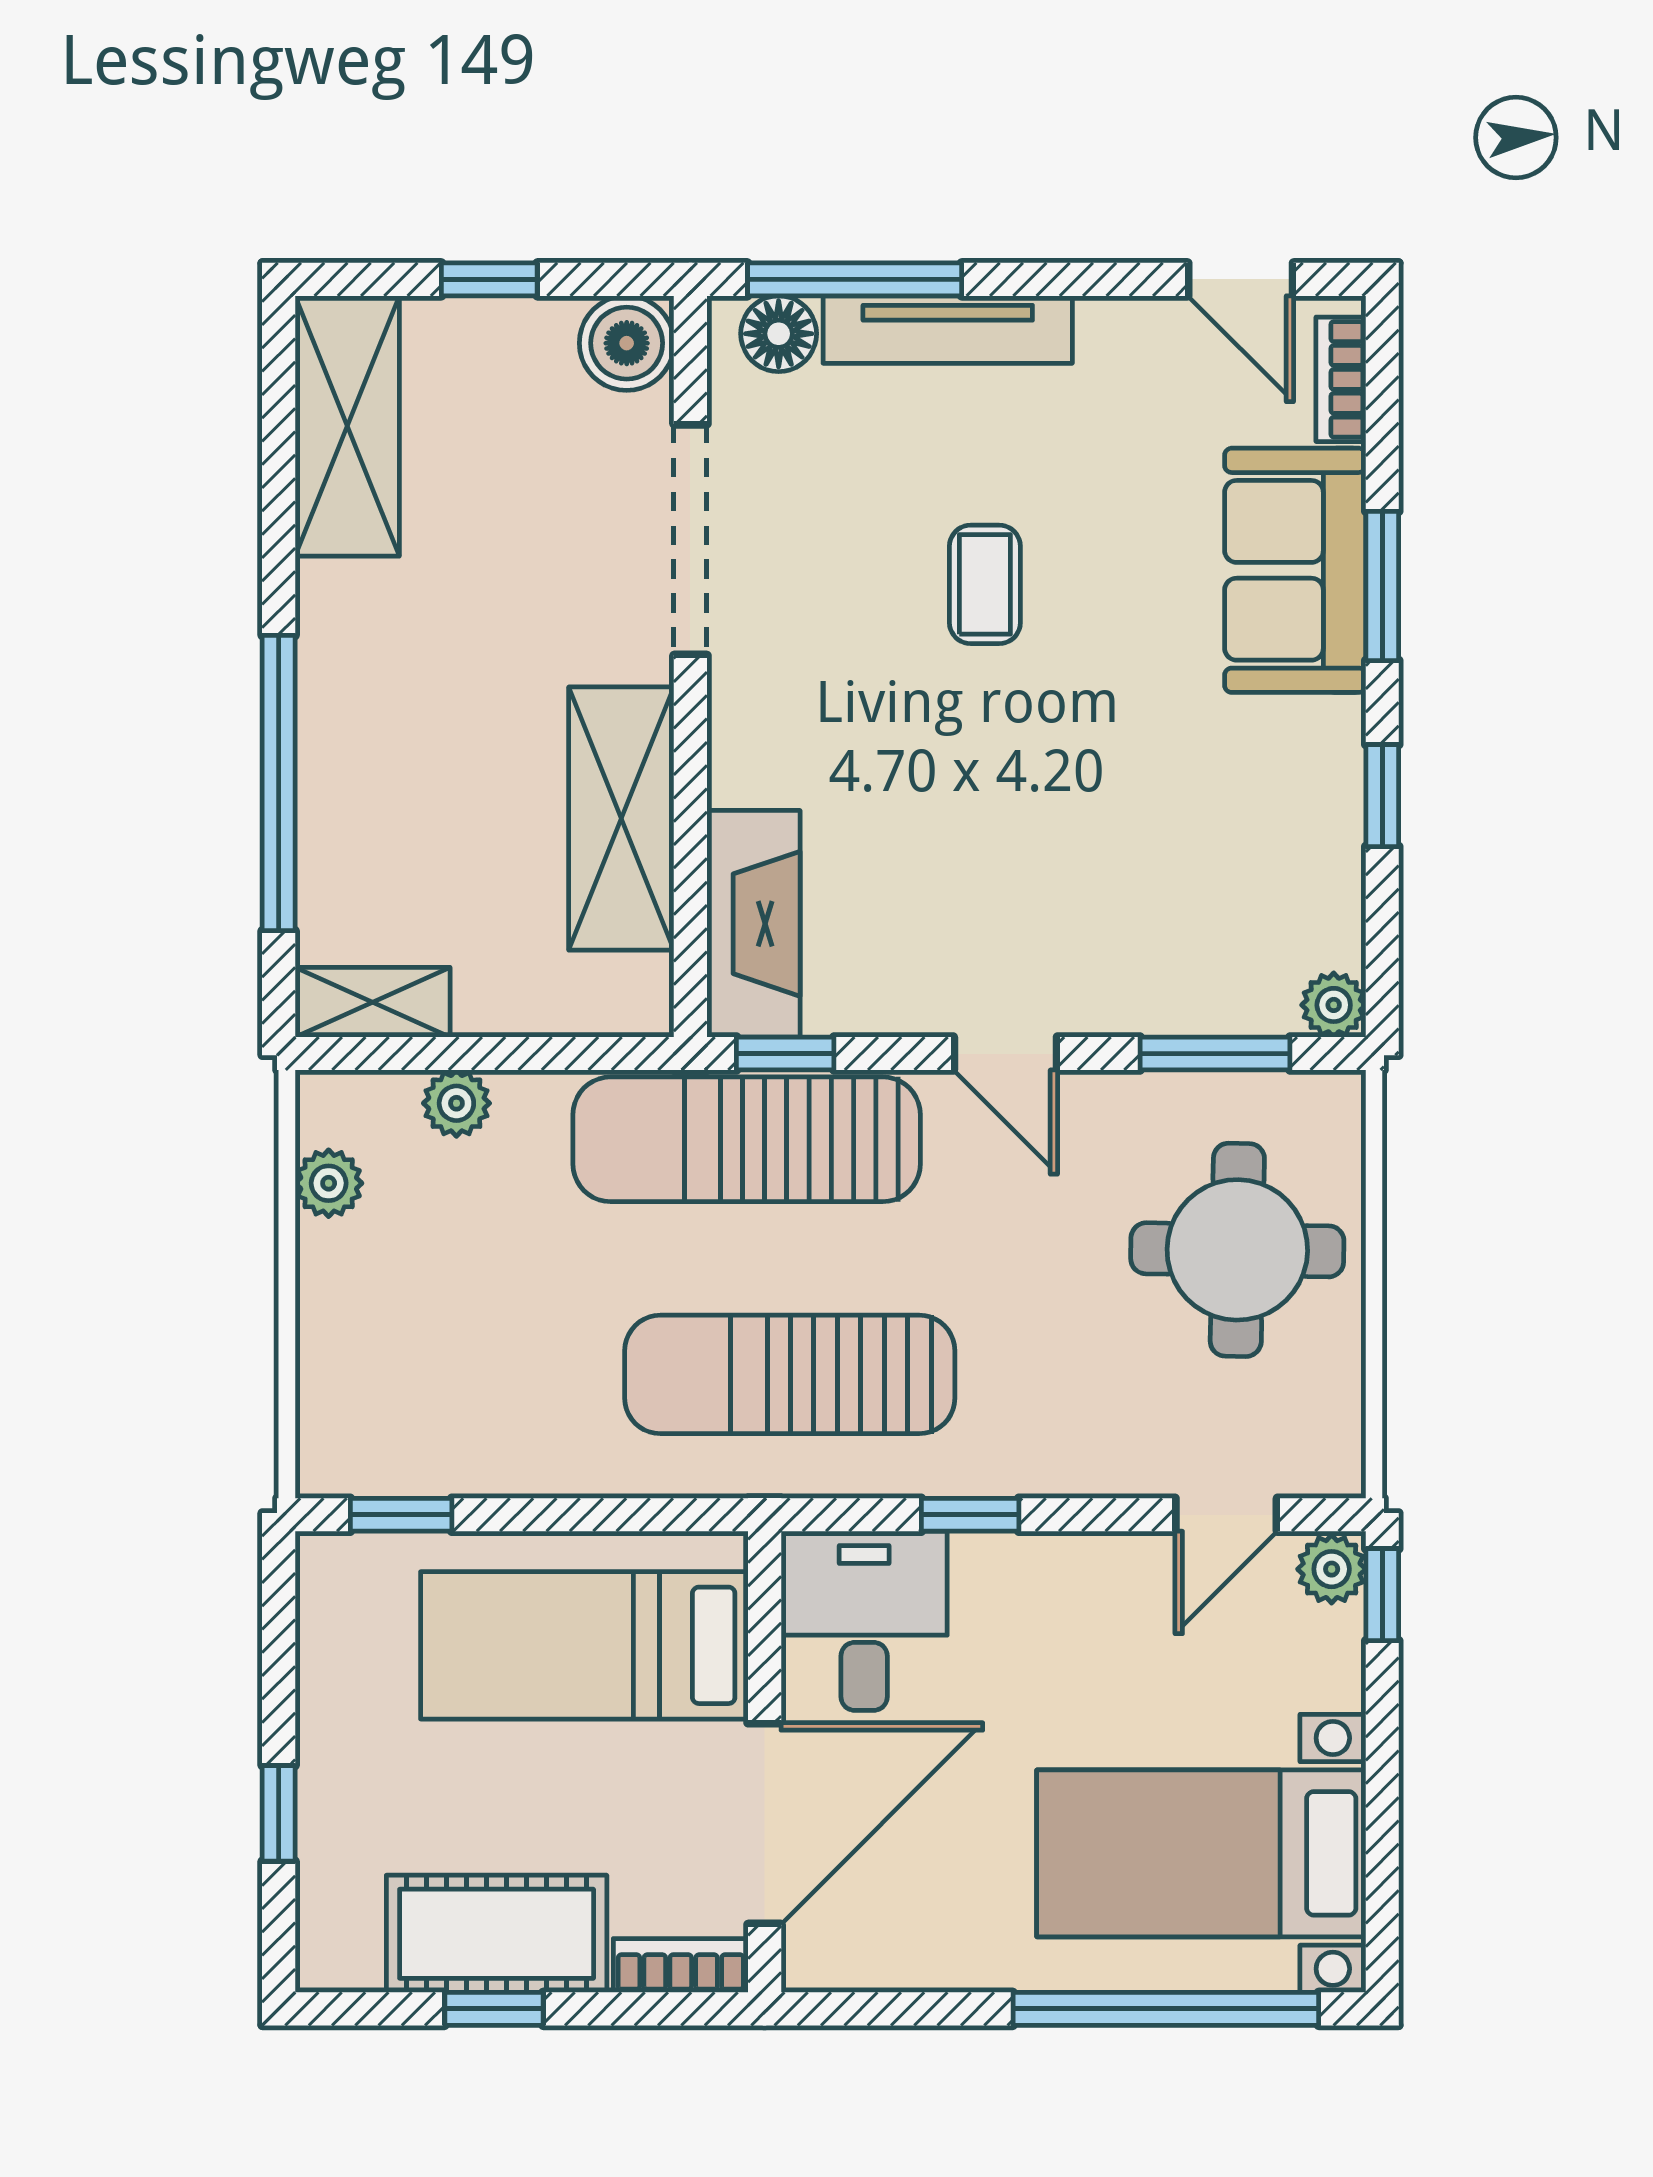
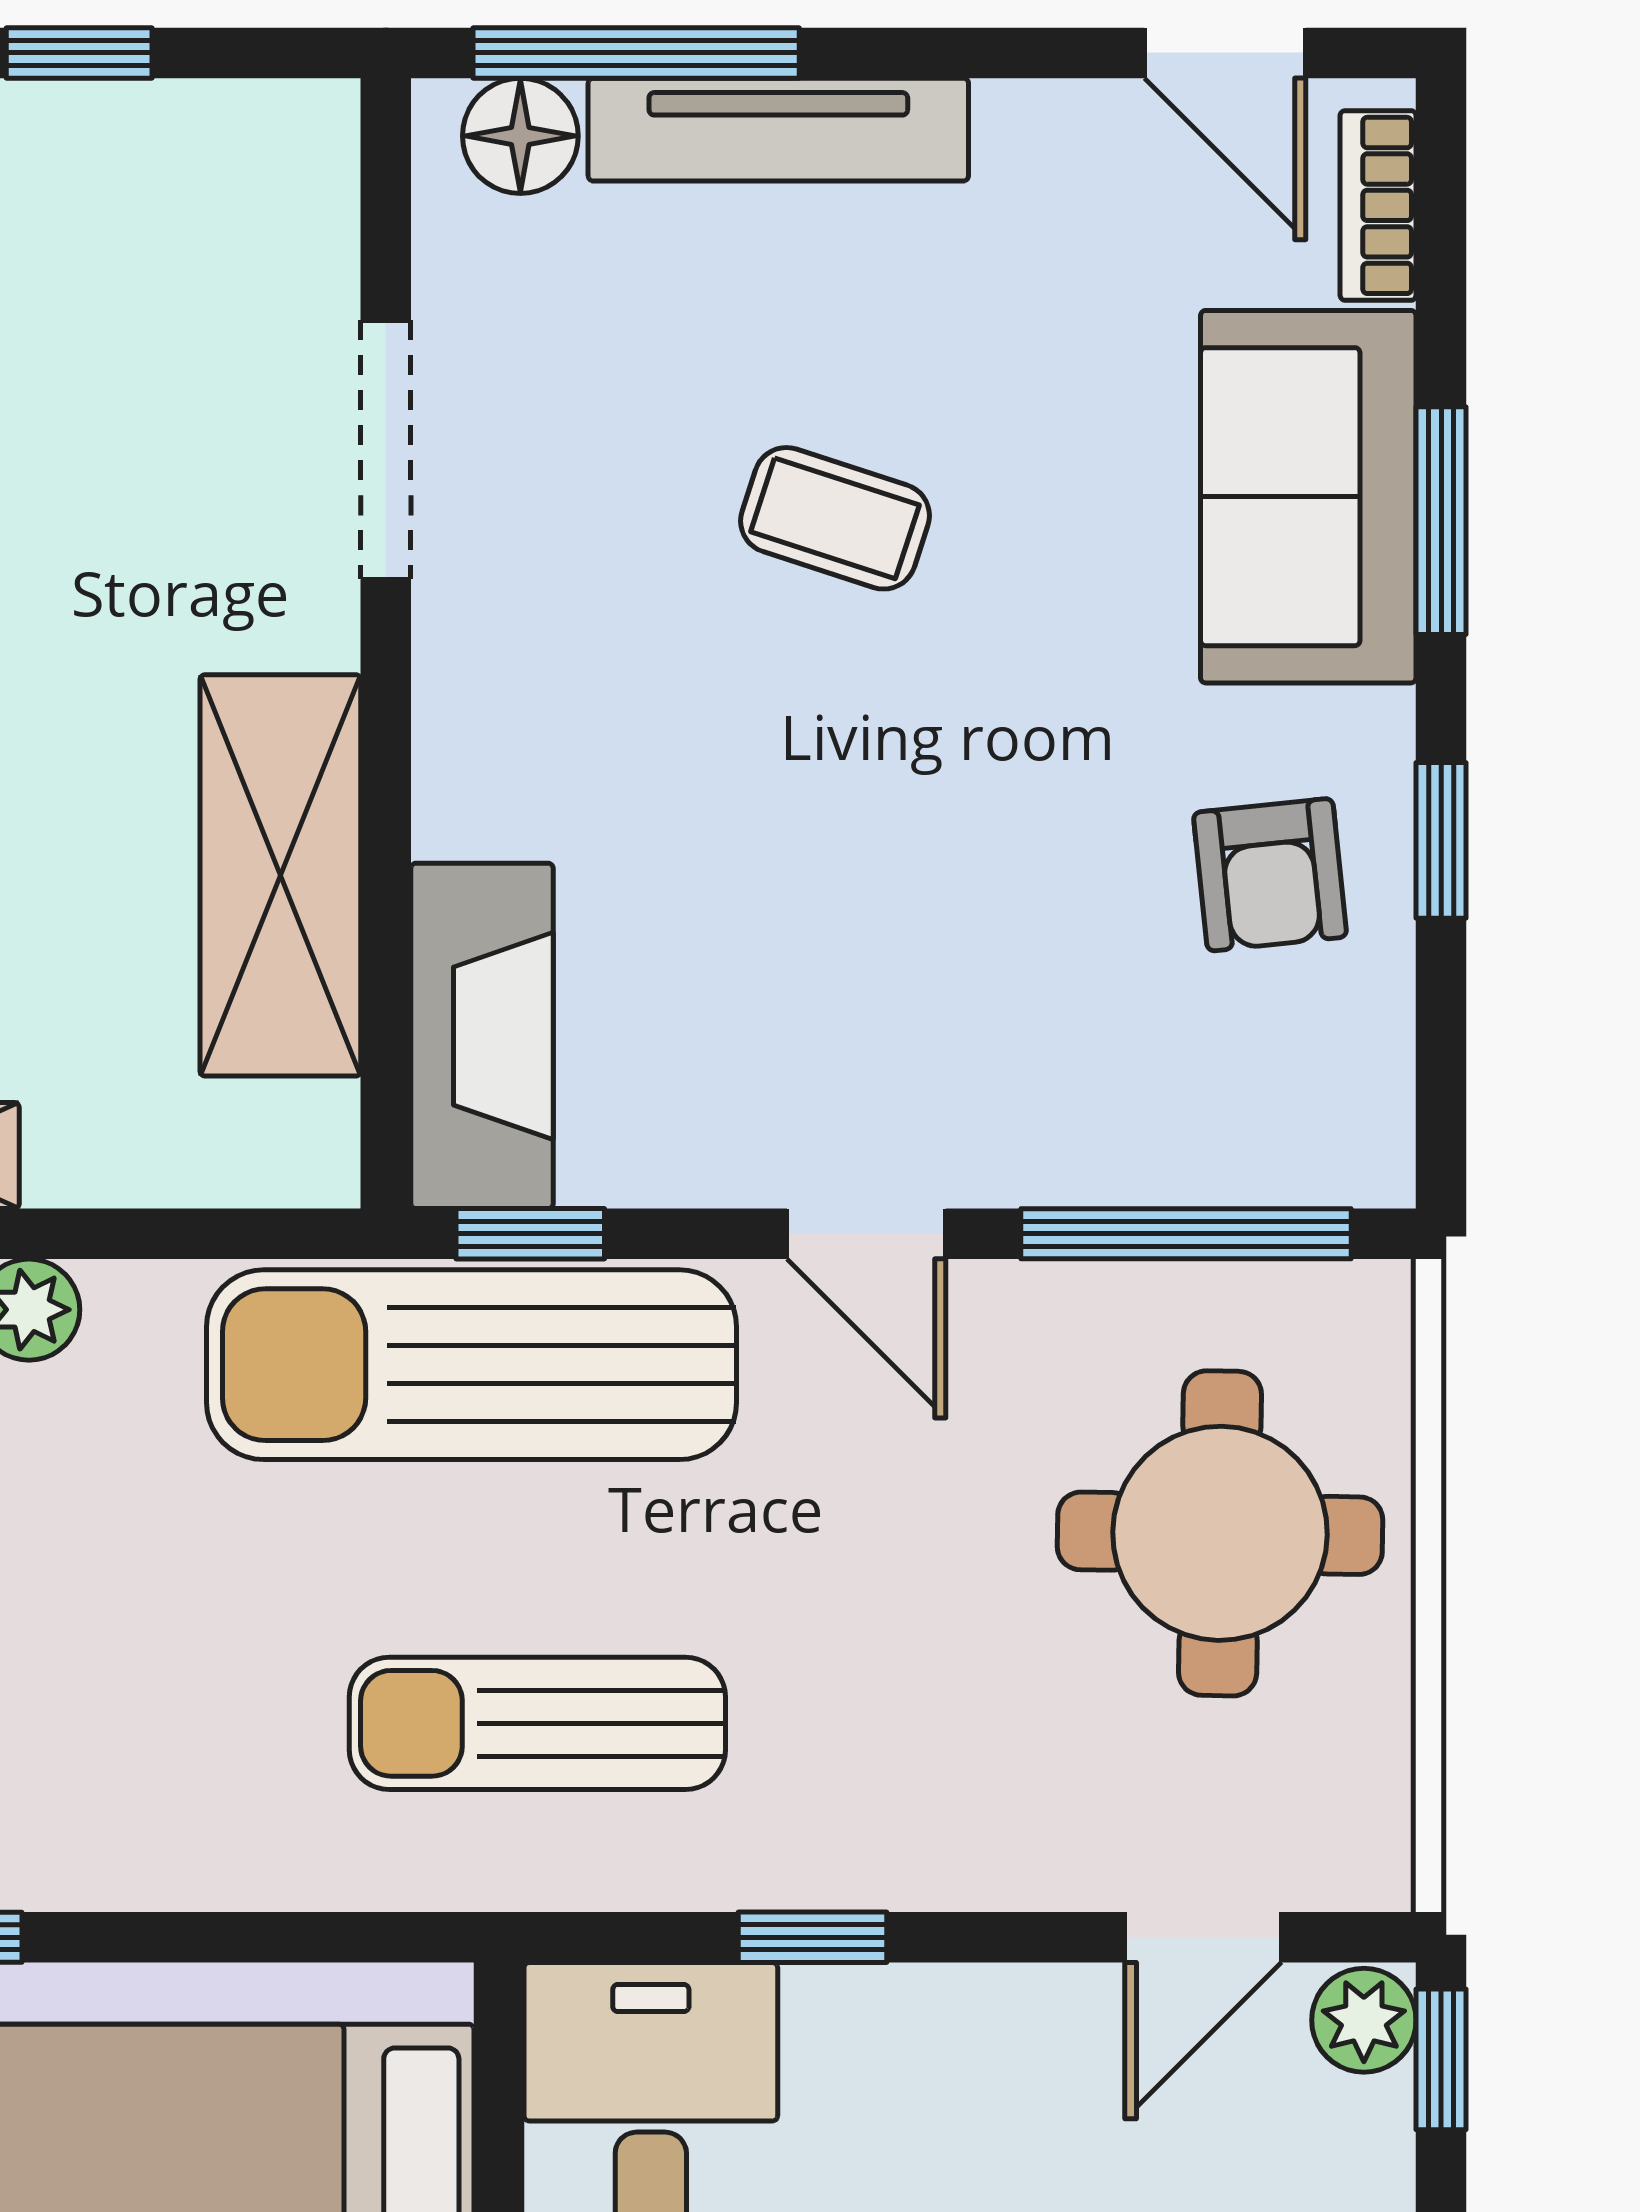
boiler: (627, 343) -> (289, 150), removed
doorway: (690, 540) -> (386, 450), width x0.73
coffee table: (985, 584) -> (835, 518), turned -72
armchair: (1270, 818) -> (1270, 875), added
plant: (1334, 1005) -> (1367, 1160), removed
window: (1215, 1054) -> (1186, 1234), width x1.44
sun lounger: (790, 1374) -> (537, 1723), width x0.73, depth x0.75

